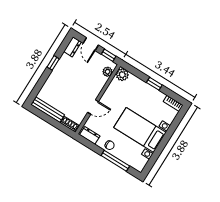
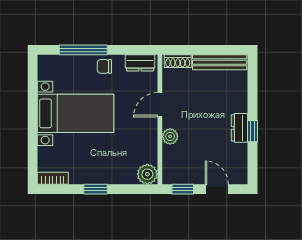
dresser: (73, 47) -> (240, 128), moved
plant: (108, 72) -> (170, 136), moved

